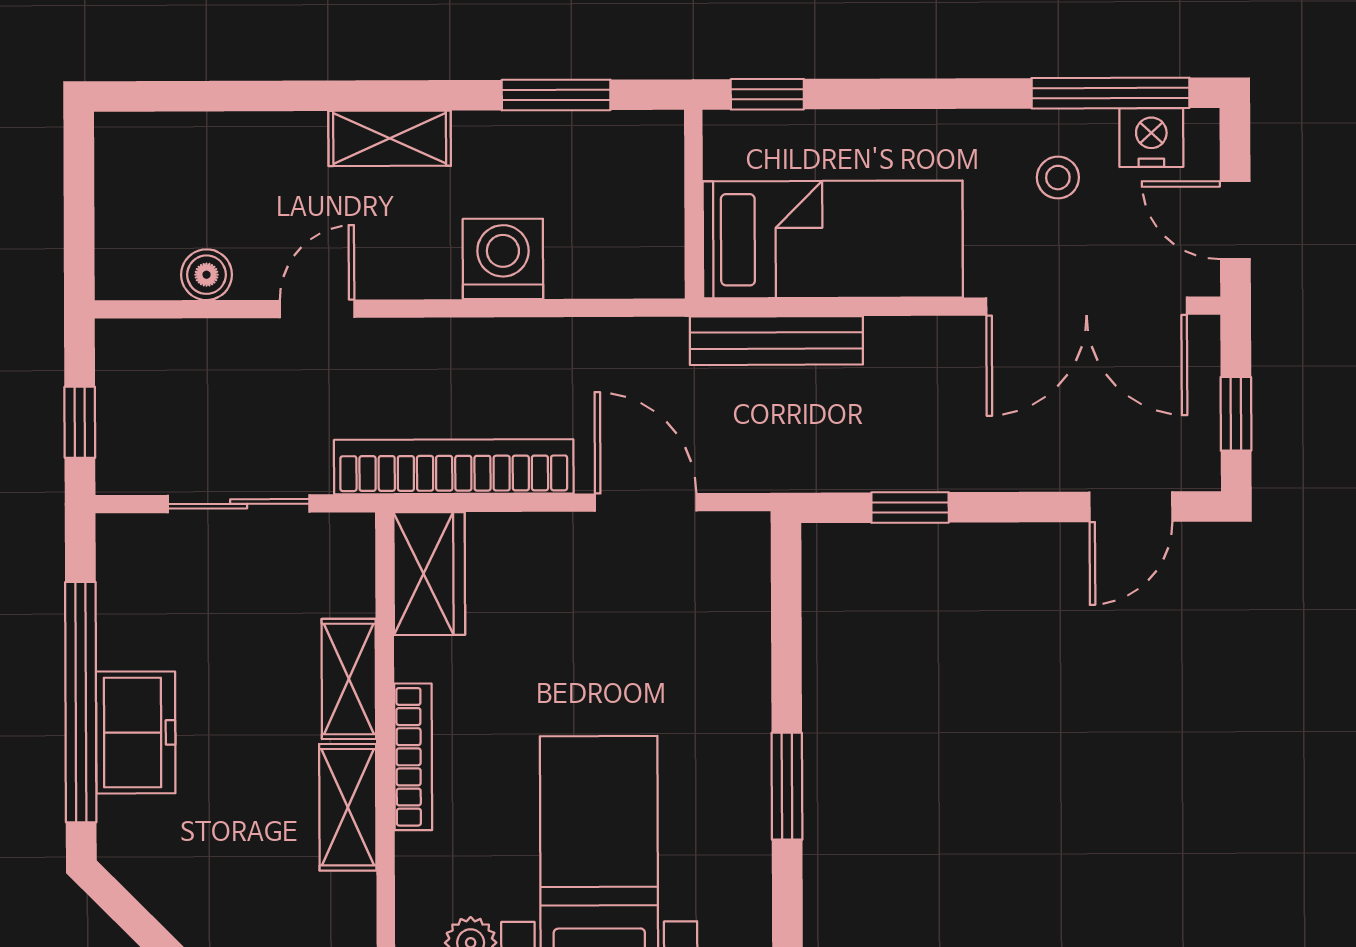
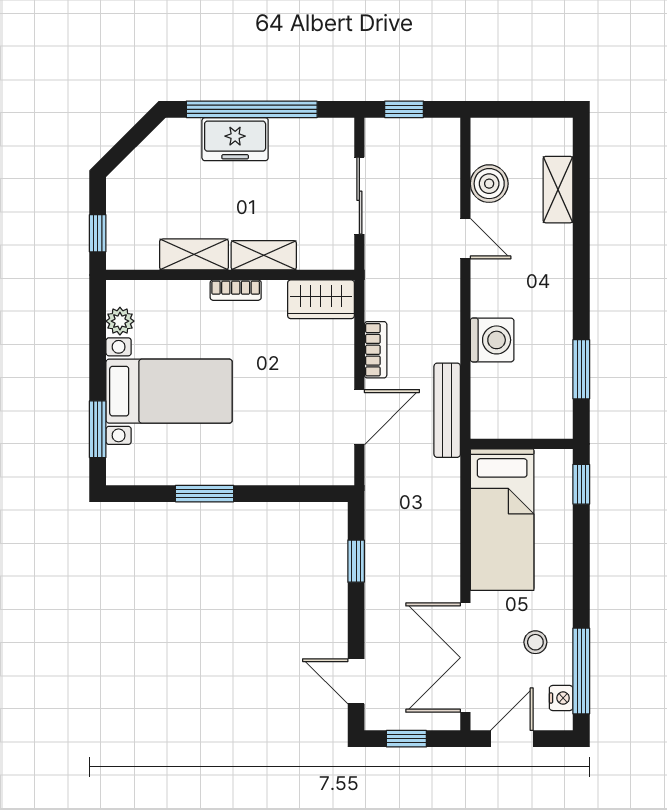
shelving: (390, 138) -> (558, 190), moved
nightstand: (1151, 138) -> (561, 698), width x0.72, depth x0.74
boiler: (207, 275) -> (489, 184), width x1.36, depth x1.36
bench: (776, 341) -> (447, 410), moved
bookcase: (454, 467) -> (376, 350), width x0.43, depth x0.76
bookcase: (413, 757) -> (236, 290), width x0.64

